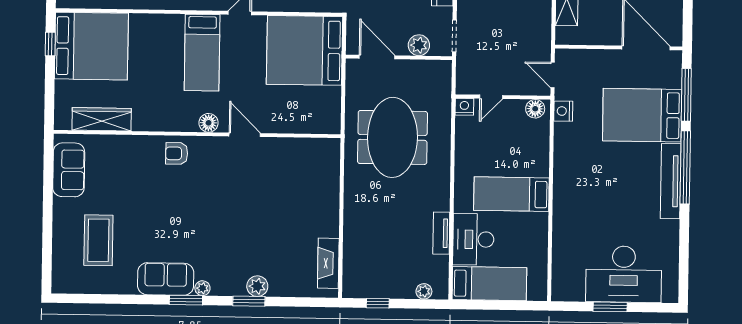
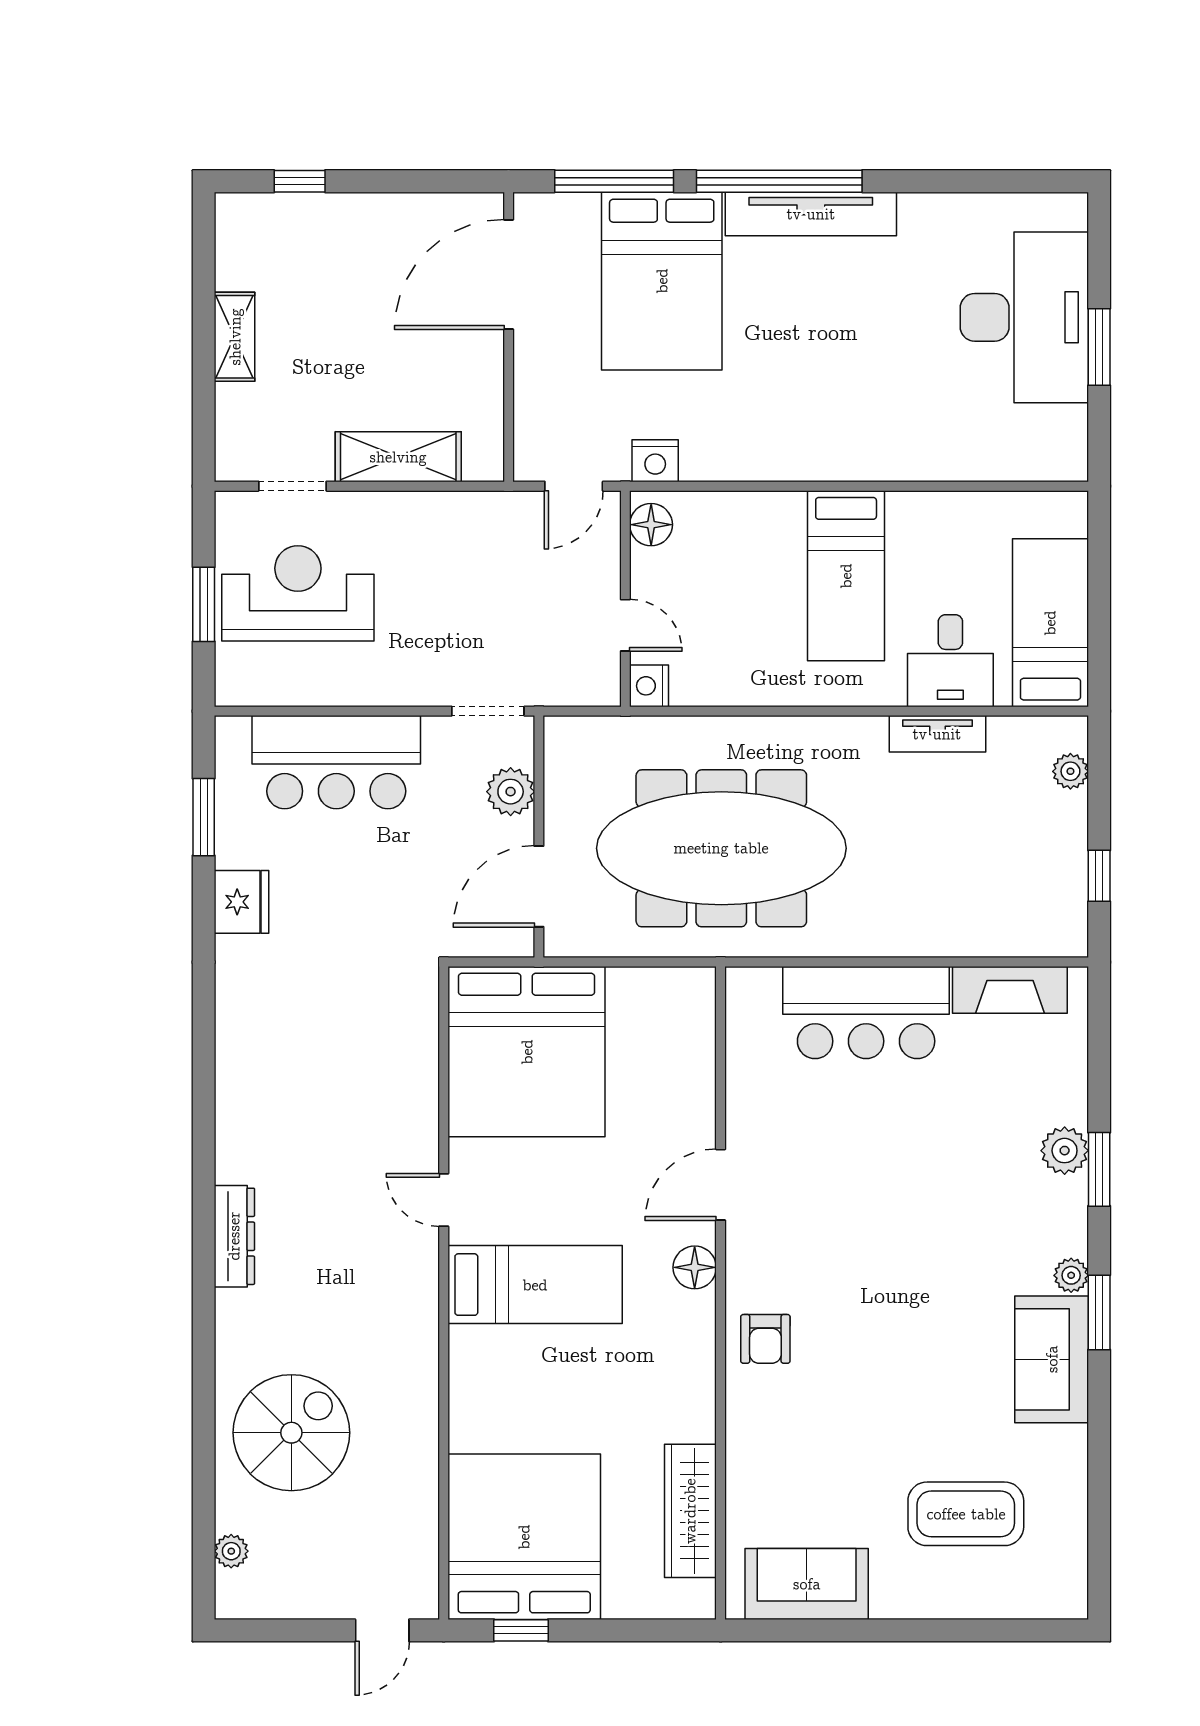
meeting table: (392, 137) -> (721, 848), width x1.36
bar counter: (319, 200) -> (866, 1013), added
desk: (473, 239) -> (950, 661), width x0.73

